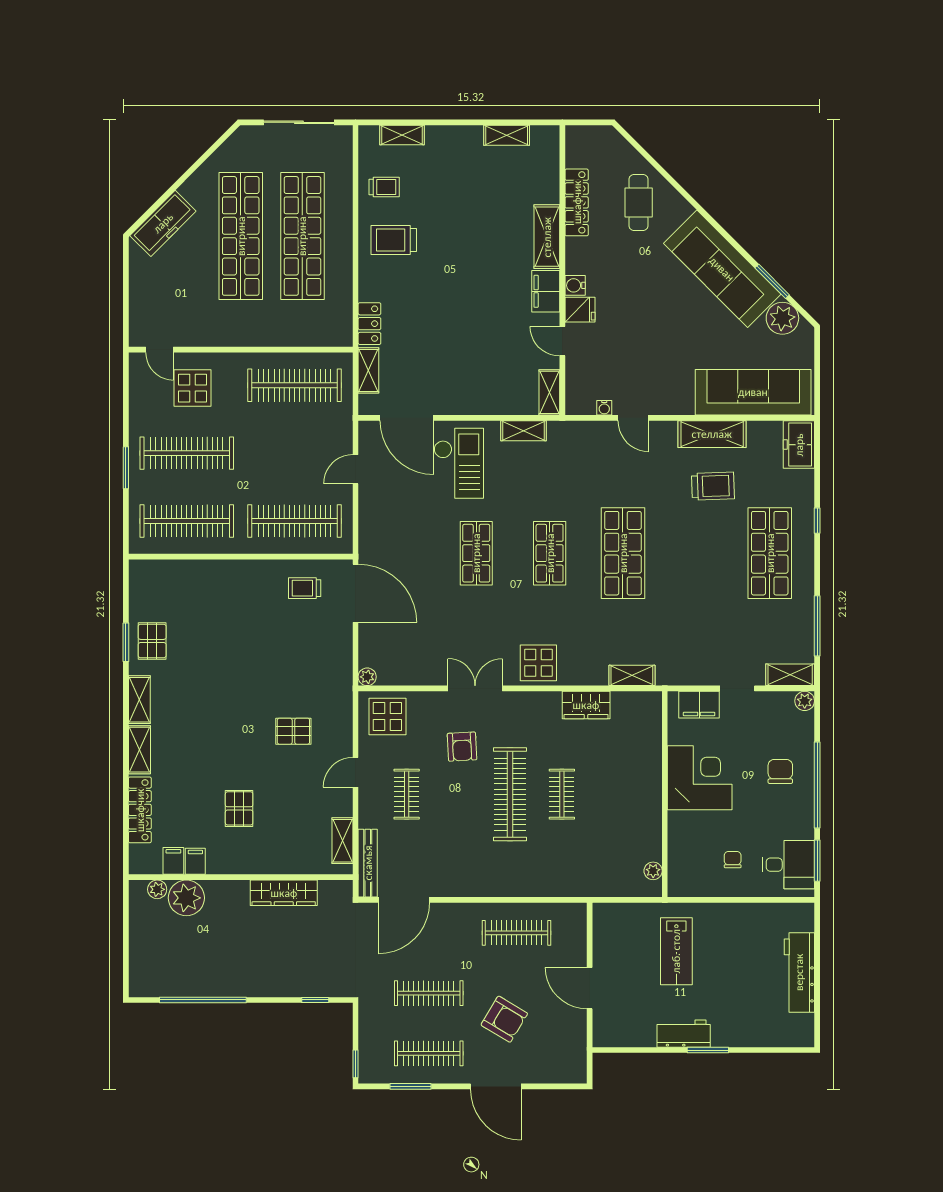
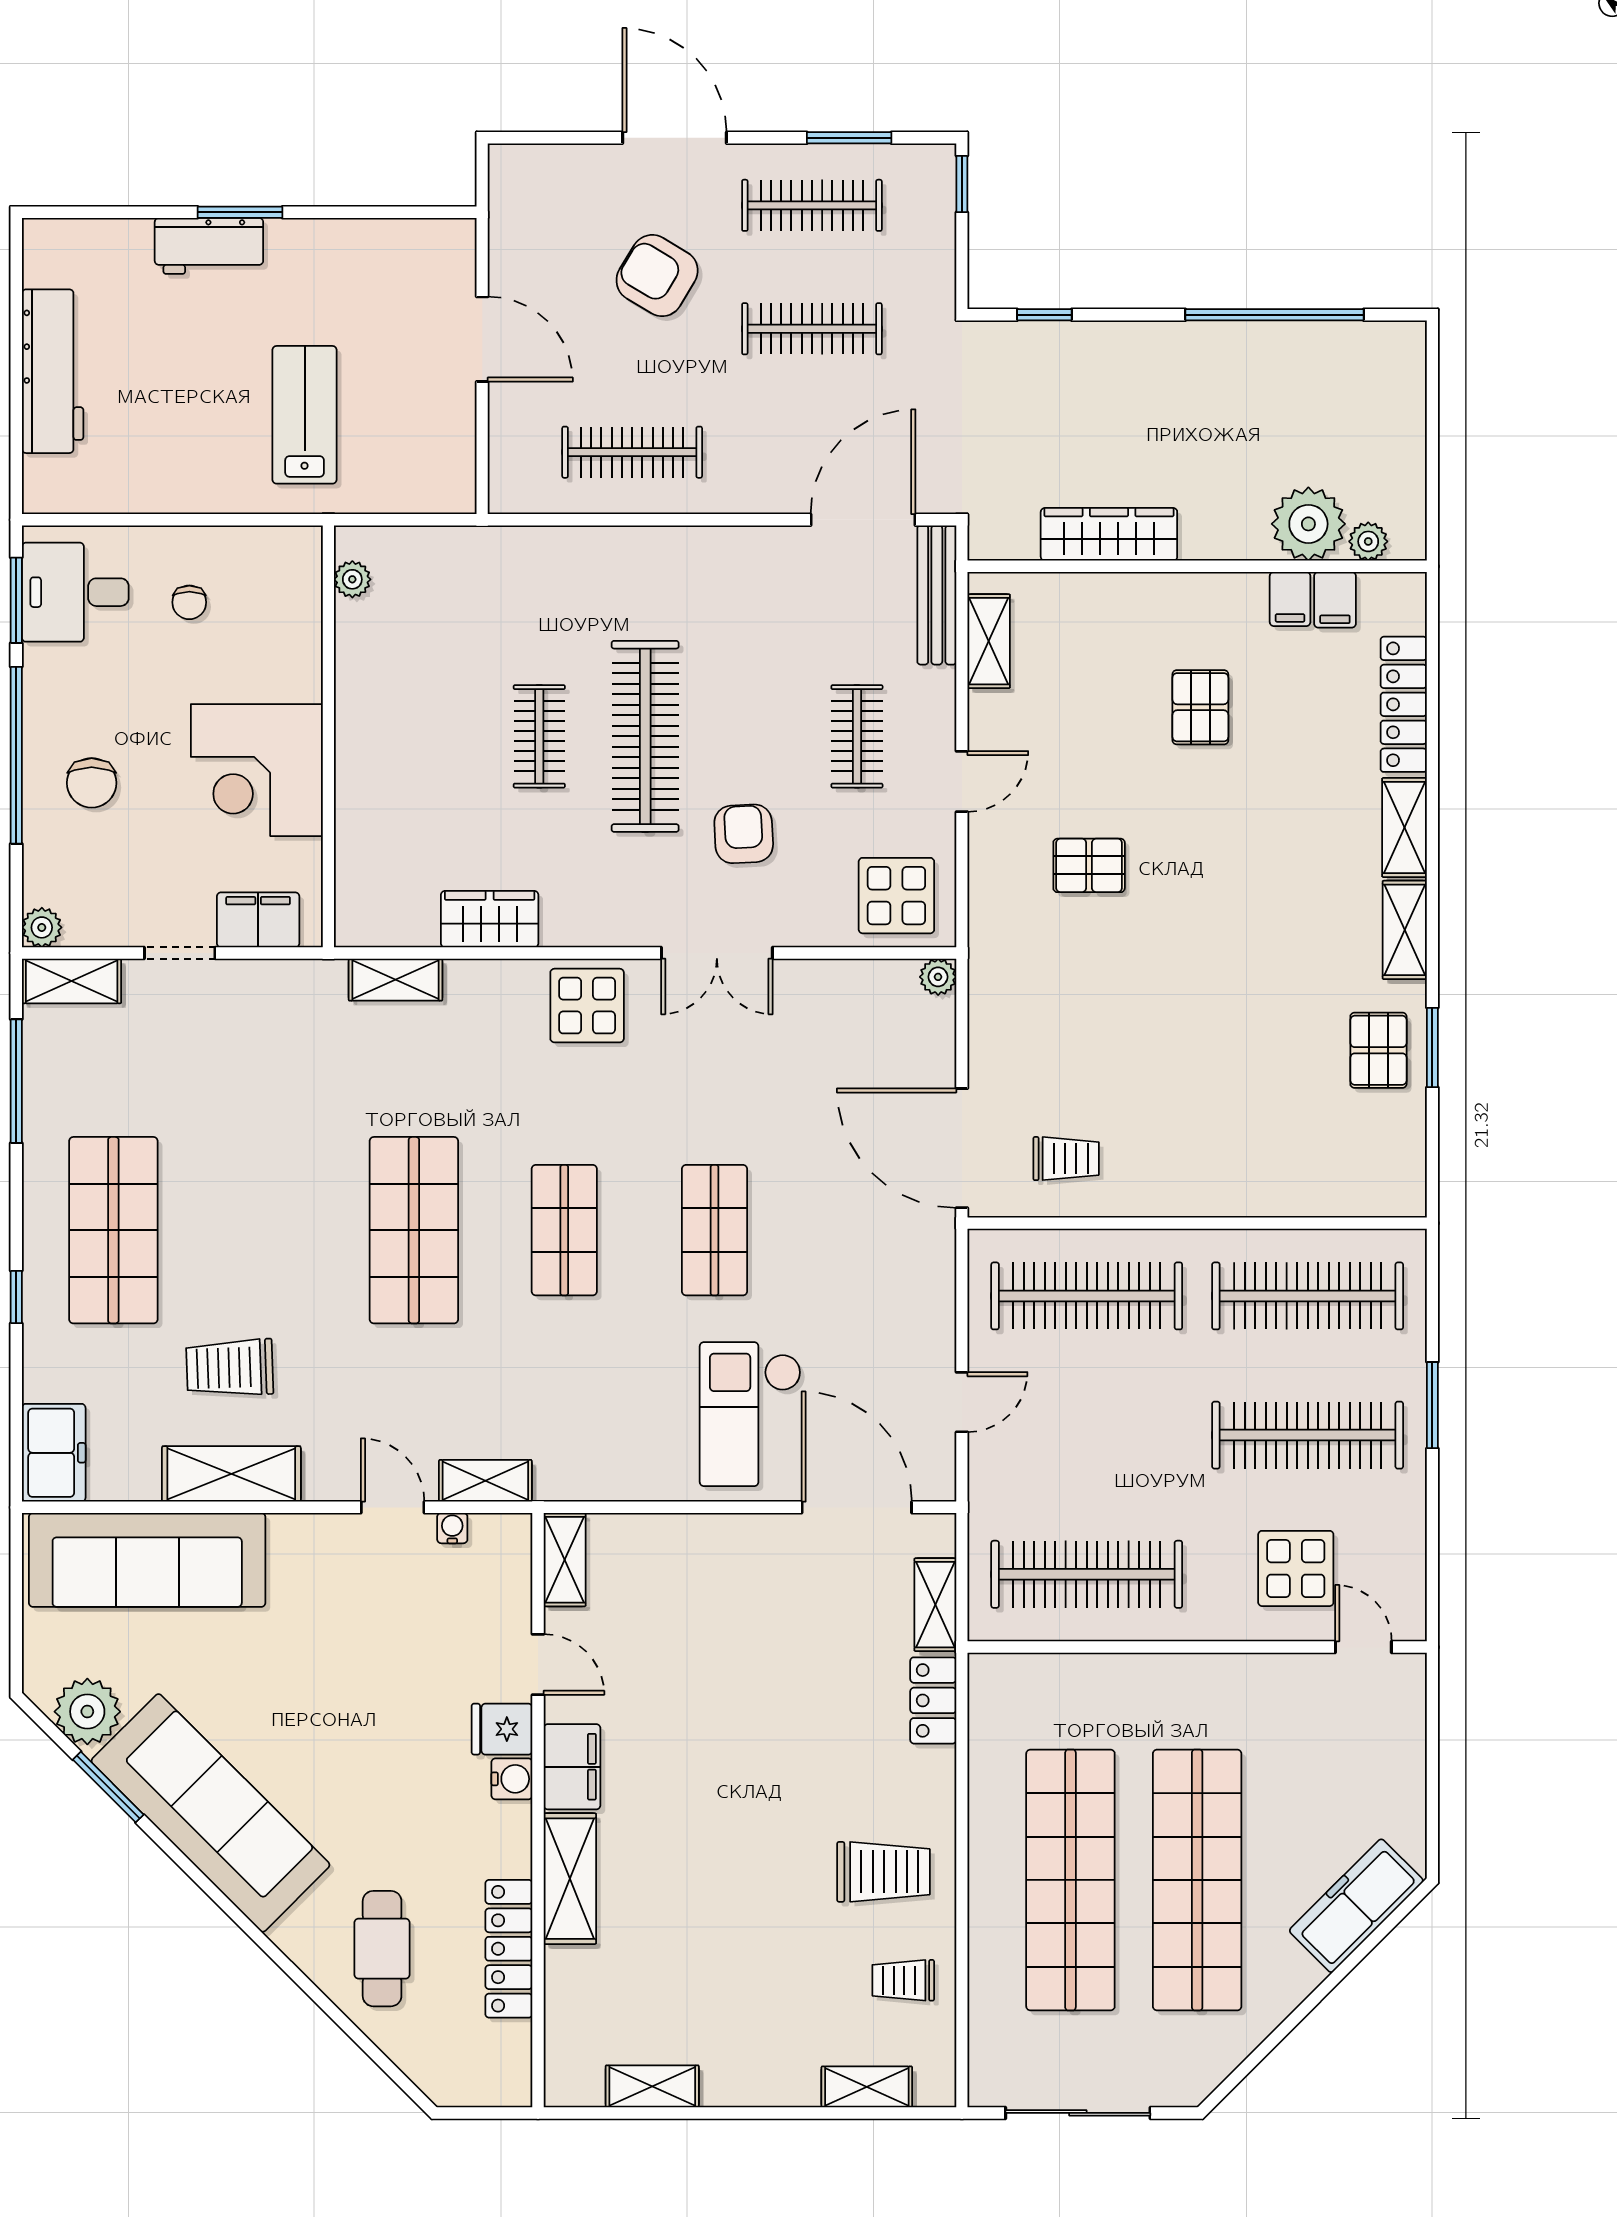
shelving: (523, 431) -> (485, 1481), moved
workbench: (684, 1034) -> (209, 246), moved

